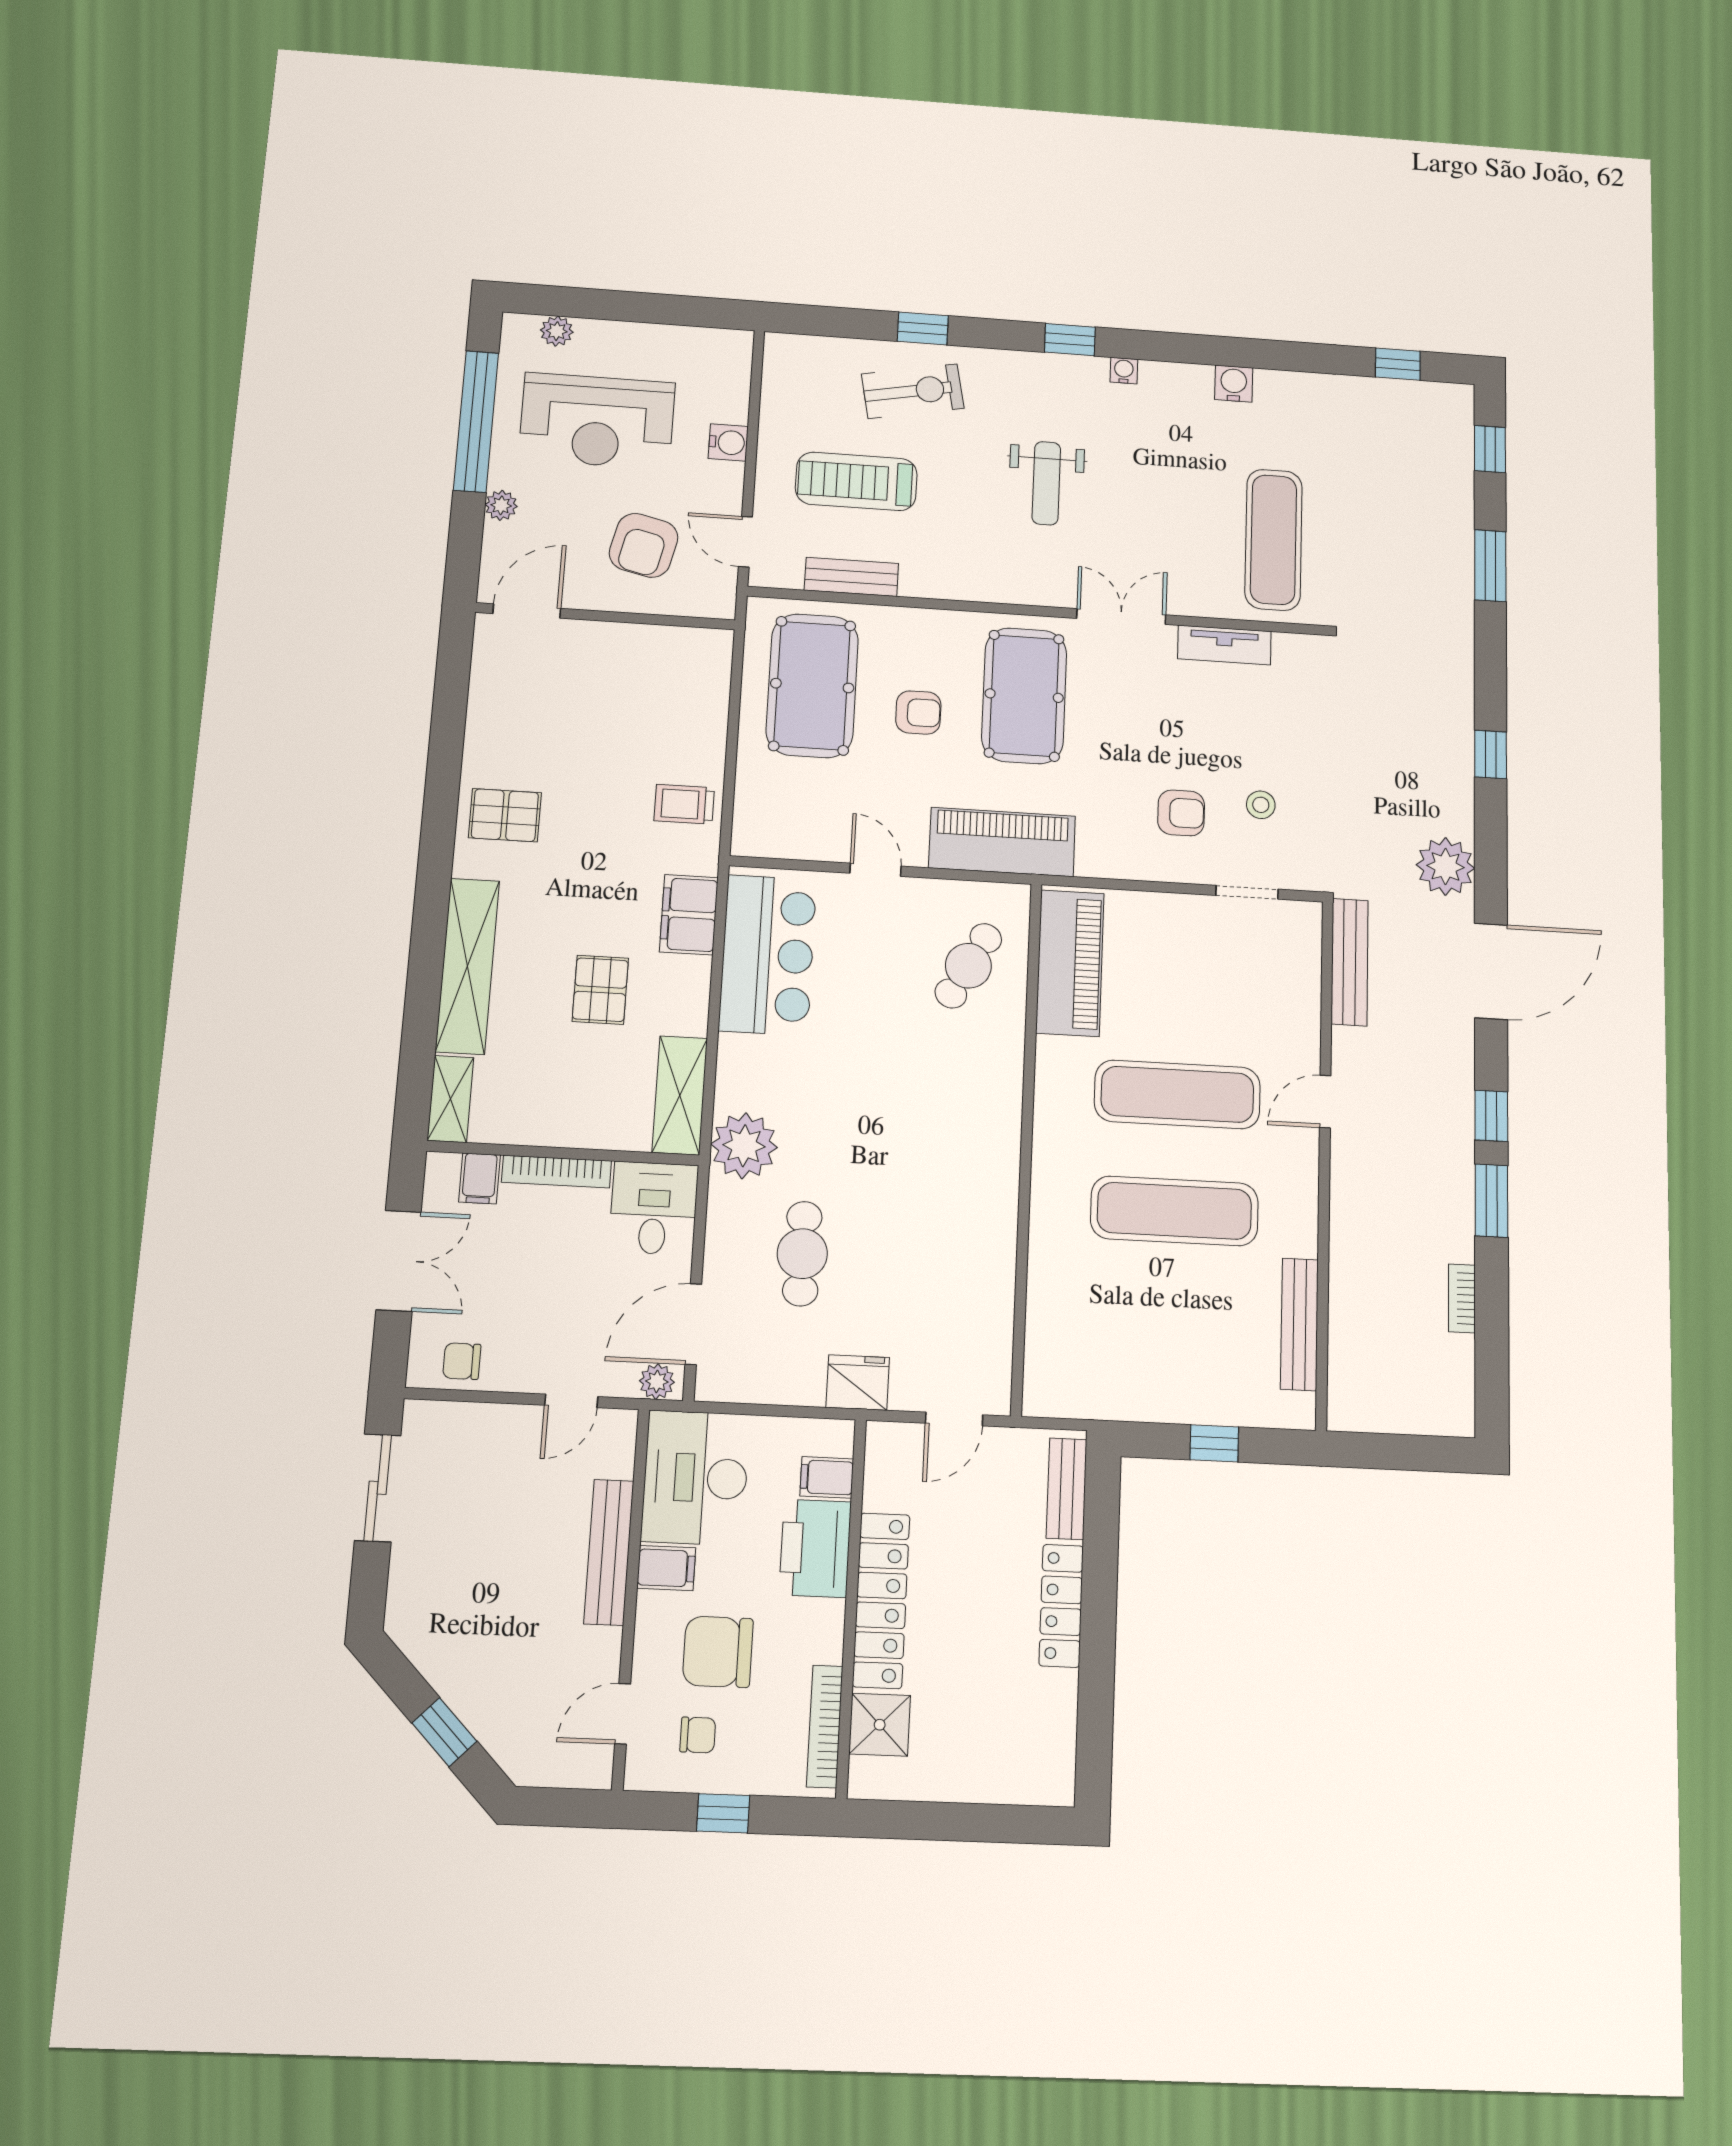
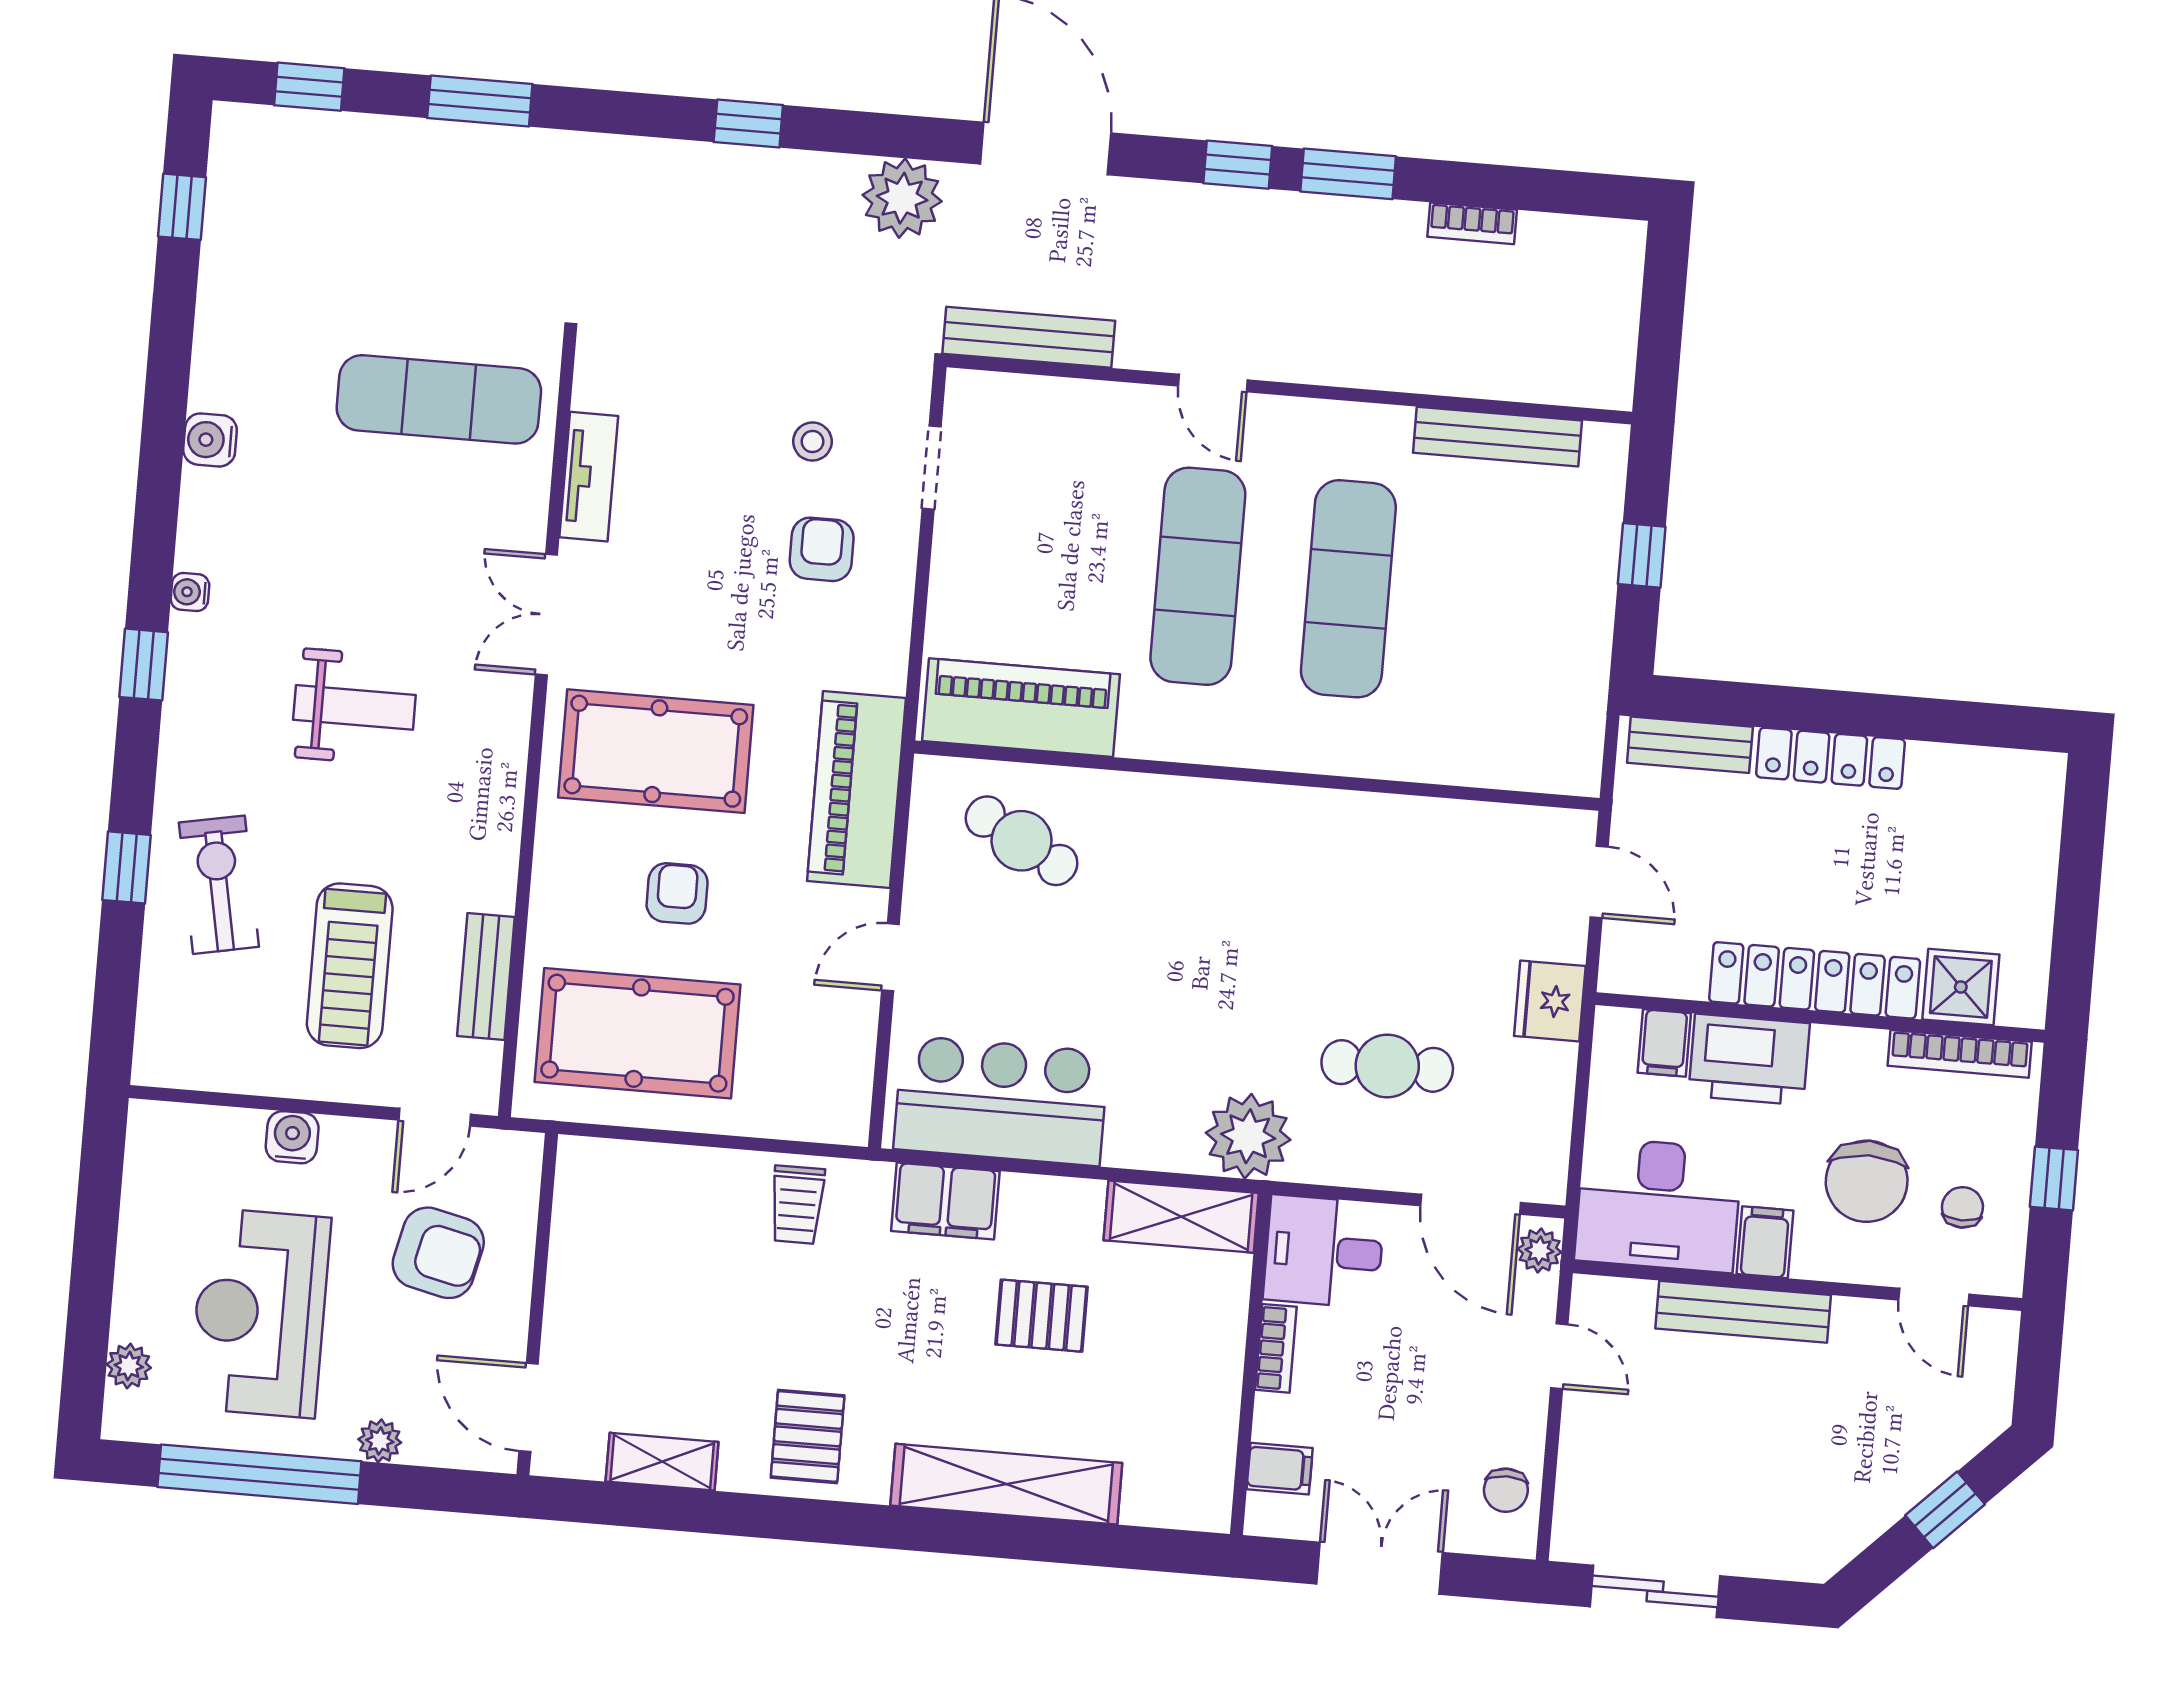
reception desk: (597, 421) -> (260, 1313), turned 180
shelving: (450, 1099) -> (662, 1462), moved
bookcase: (557, 1172) -> (1276, 1348), width x0.64

